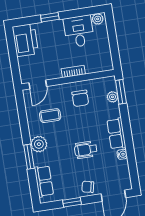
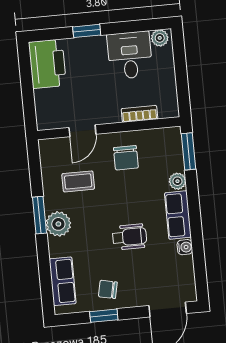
bookcase: (73, 71) -> (139, 114), moved
door: (38, 85) -> (82, 131), moved
plant: (113, 97) -> (177, 181), moved
wheelchair: (86, 150) -> (130, 237), turned 180
window: (29, 157) -> (39, 215), moved
chair: (88, 187) -> (108, 289), moved

